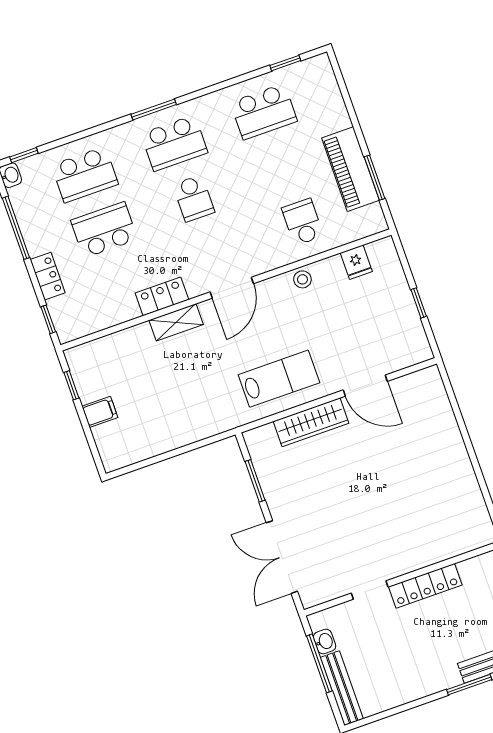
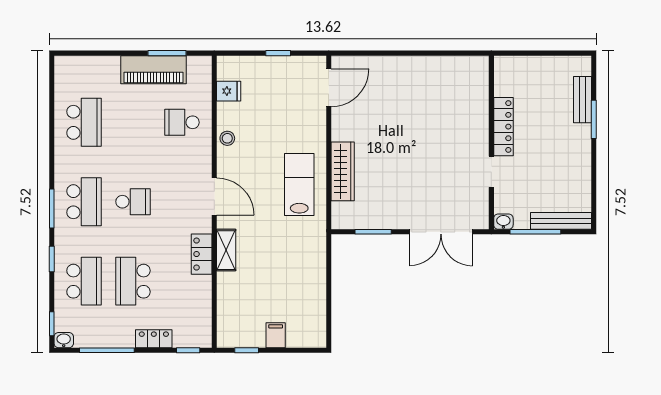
window: (285, 63) -> (52, 259), moved
door: (365, 386) -> (329, 88), moved
washbasin: (325, 642) -> (503, 222), moved

